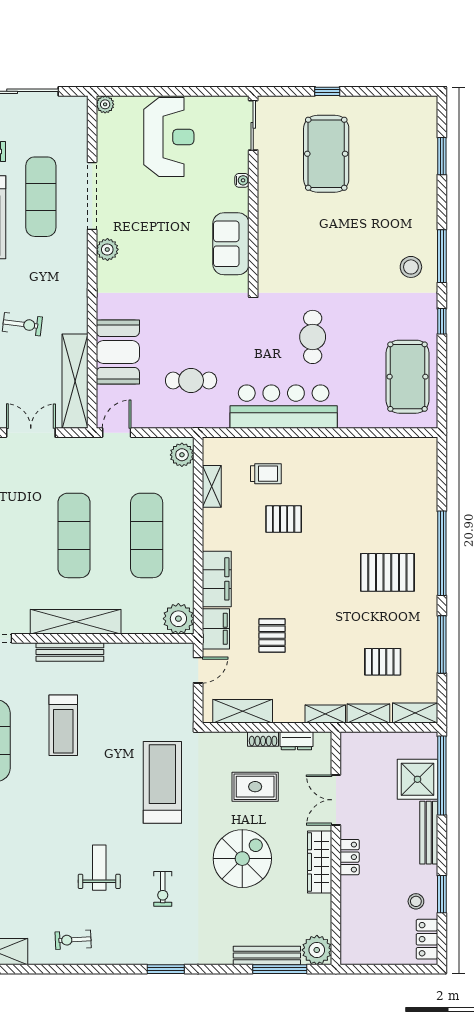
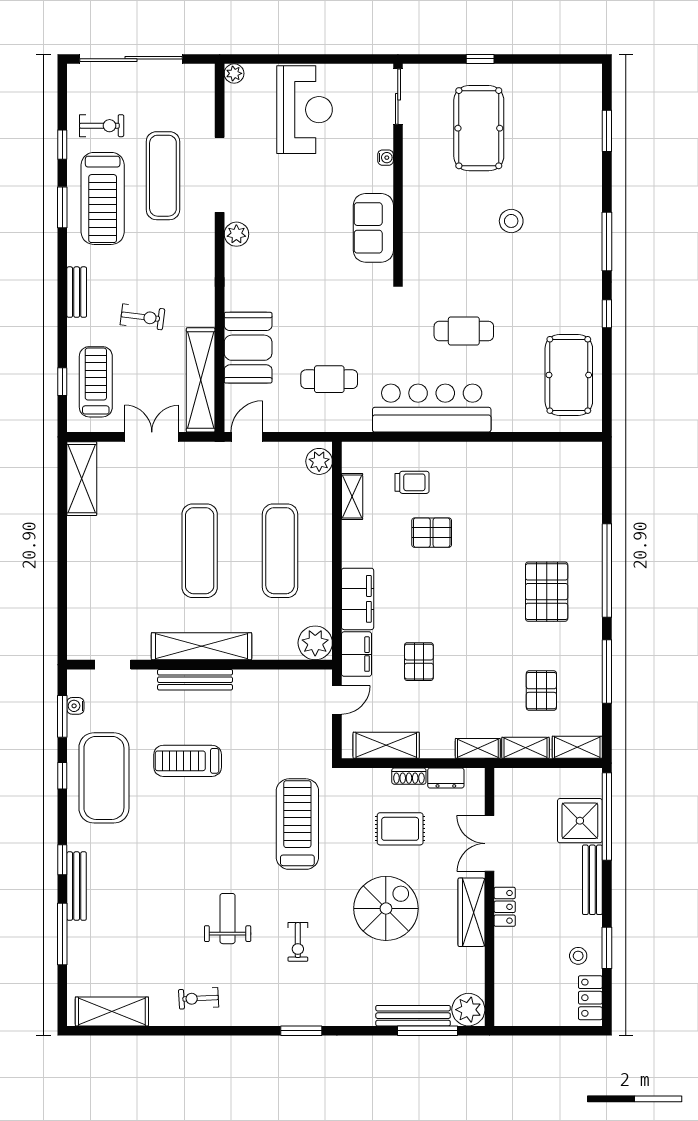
stool: (411, 267) -> (511, 221), moved
cafe table: (313, 337) -> (464, 331), turned 90
pallet: (387, 572) -> (547, 592), turned 90
pallet: (383, 662) -> (541, 691), turned 90
treadmill: (63, 725) -> (188, 761), turned 90

